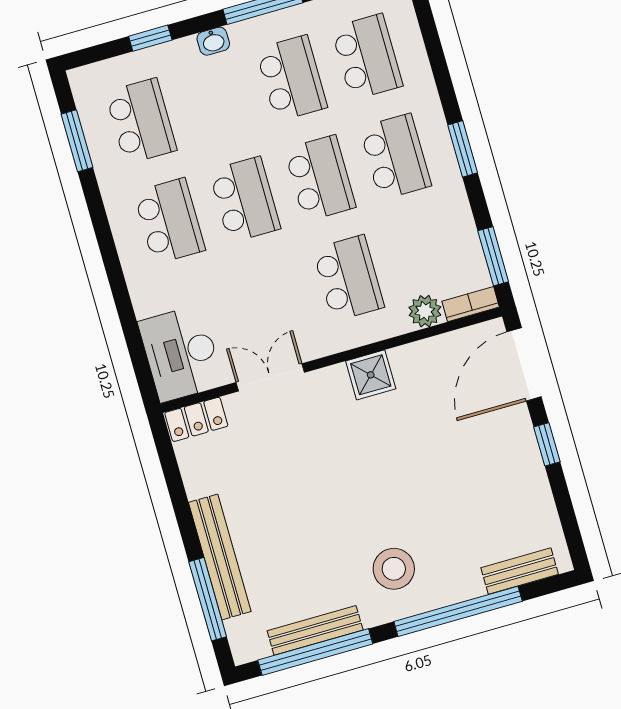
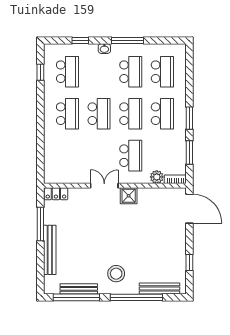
window: (77, 141) -> (40, 72), width x0.67
window: (493, 256) -> (189, 152), moved
desk: (181, 353) -> (57, 166), removed
door: (524, 364) -> (189, 209), swing flipped
double door: (270, 377) -> (104, 186), moved
window: (547, 444) -> (189, 262), moved
bench: (520, 571) -> (159, 288), width x1.36
window: (208, 599) -> (40, 224), moved

